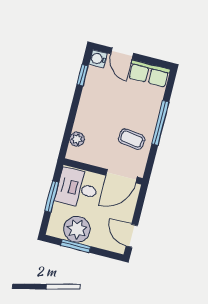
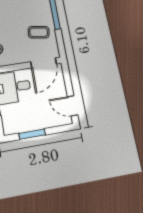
plant: (77, 229) -> (27, 120), removed

